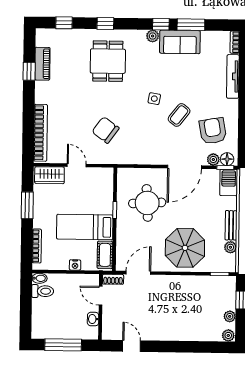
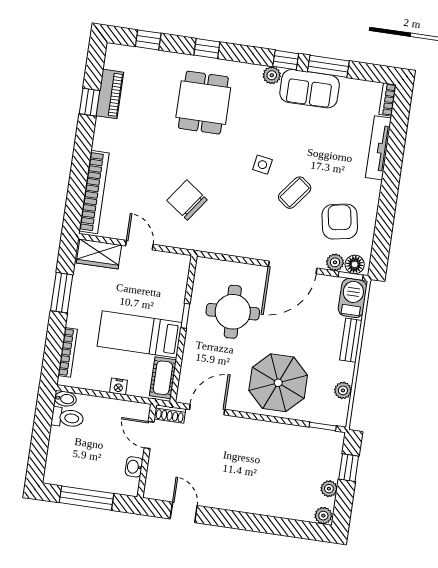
bench: (231, 225) -> (351, 340), moved

